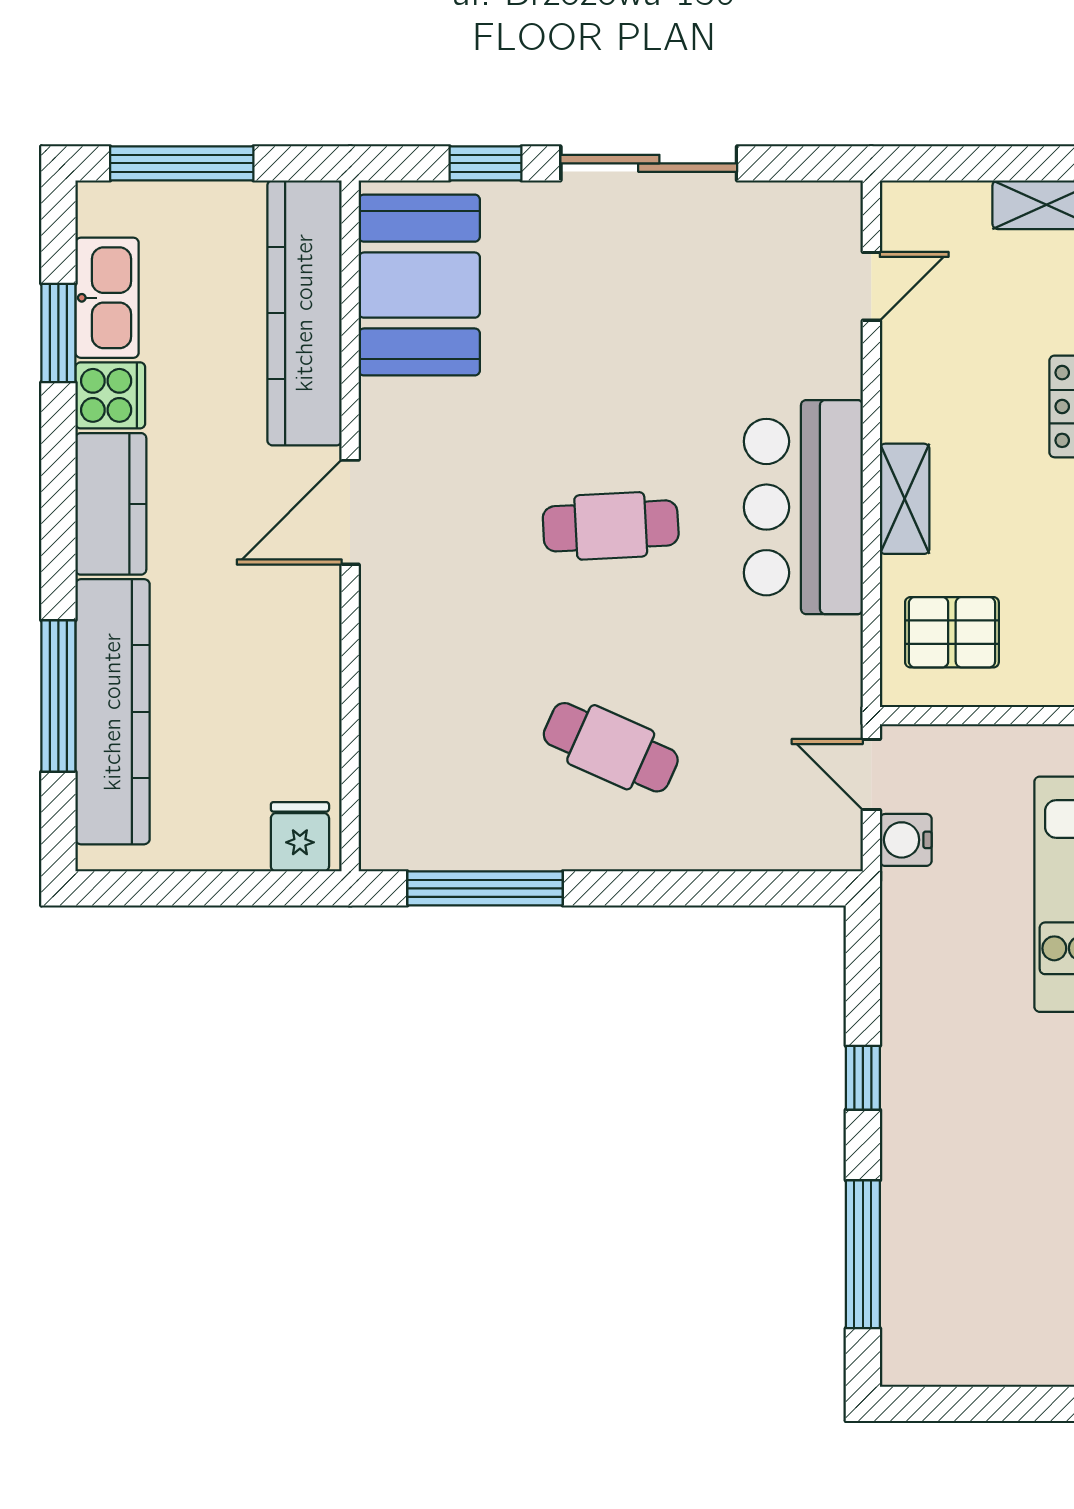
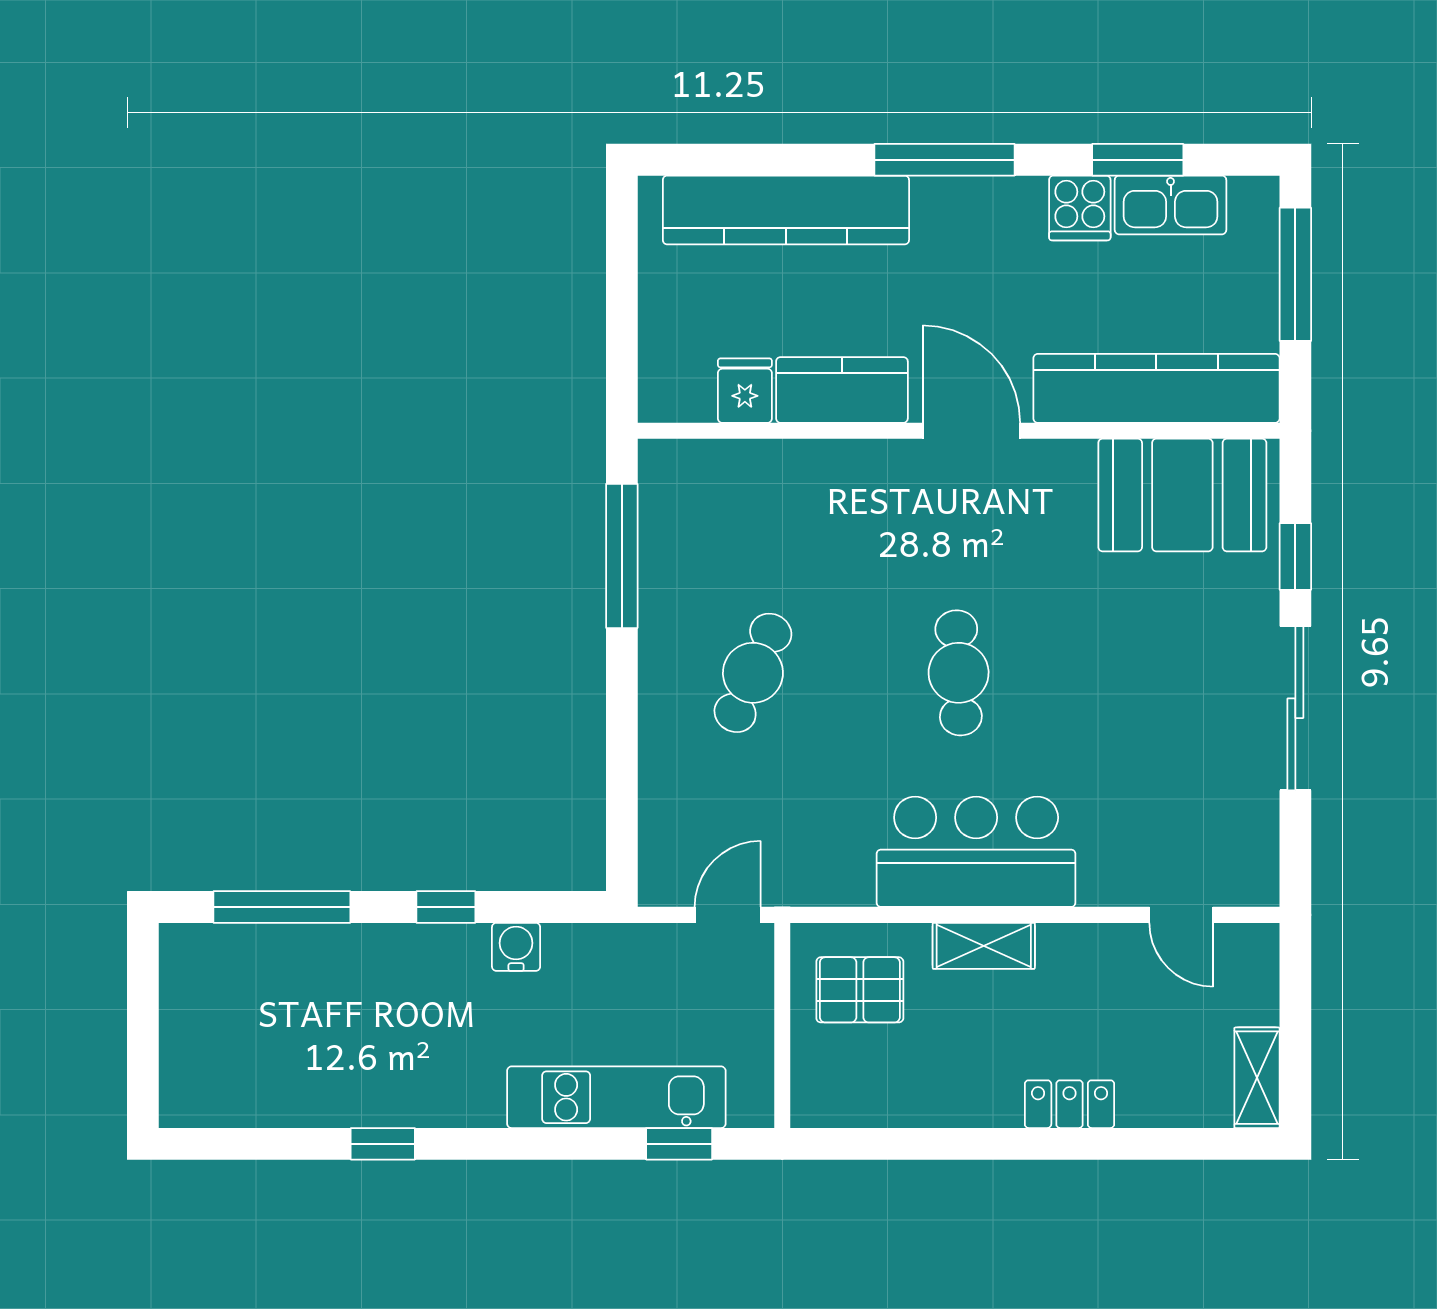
kitchen counter: (111, 504) -> (842, 390), moved, turned 180
pallet: (952, 632) -> (860, 990), turned 90
window: (58, 696) -> (944, 160), moved
fridge: (300, 837) -> (745, 391), moved, turned -90
water cooler: (906, 840) -> (516, 947), moved

